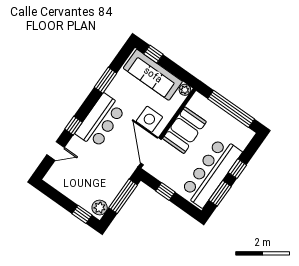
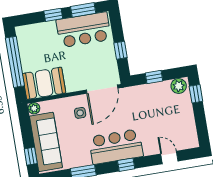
side table: (149, 119) -> (80, 113), width x0.54, depth x0.54
window: (74, 126) -> (126, 165), moved
booth: (184, 130) -> (44, 83), moved
bar counter: (211, 172) -> (84, 30), width x0.73
window: (123, 196) -> (154, 77), width x0.46

